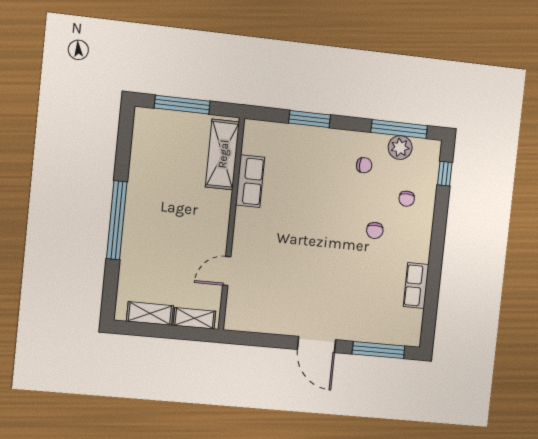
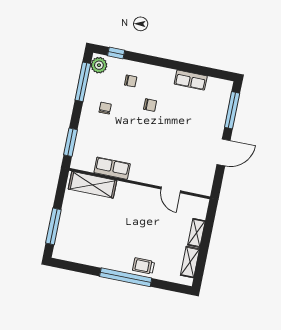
plant: (400, 148) -> (99, 65), moved
shelving: (223, 154) -> (93, 185), moved
row of seats: (250, 181) -> (112, 168), moved
wall: (231, 224) -> (140, 184), moved
trolley: (137, 245) -> (143, 266), added
door: (227, 271) -> (171, 190), moved

